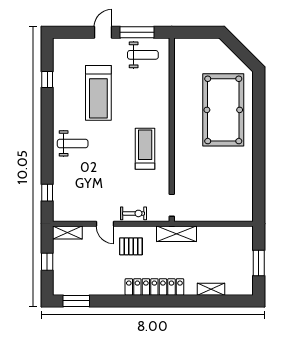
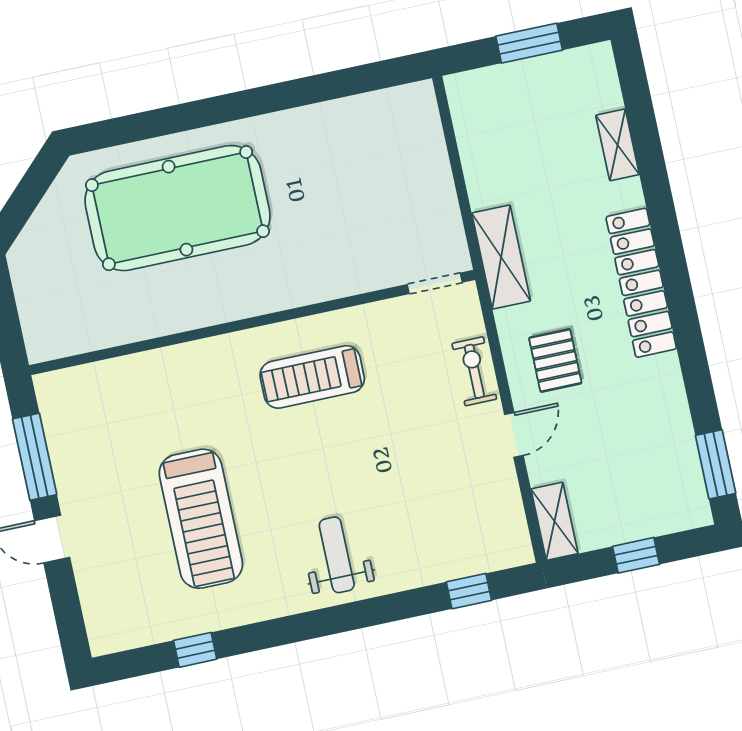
weight bench: (143, 55) -> (86, 431), removed
treadmill: (98, 93) -> (201, 519), turned 90

